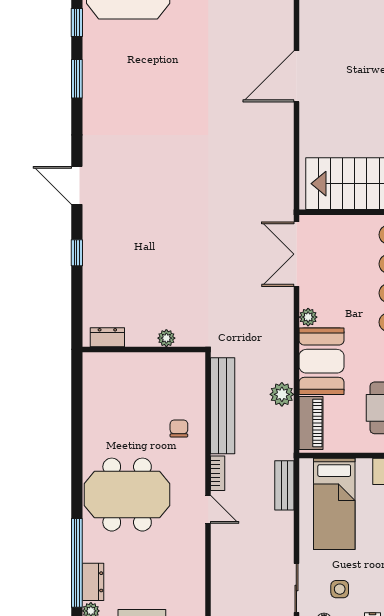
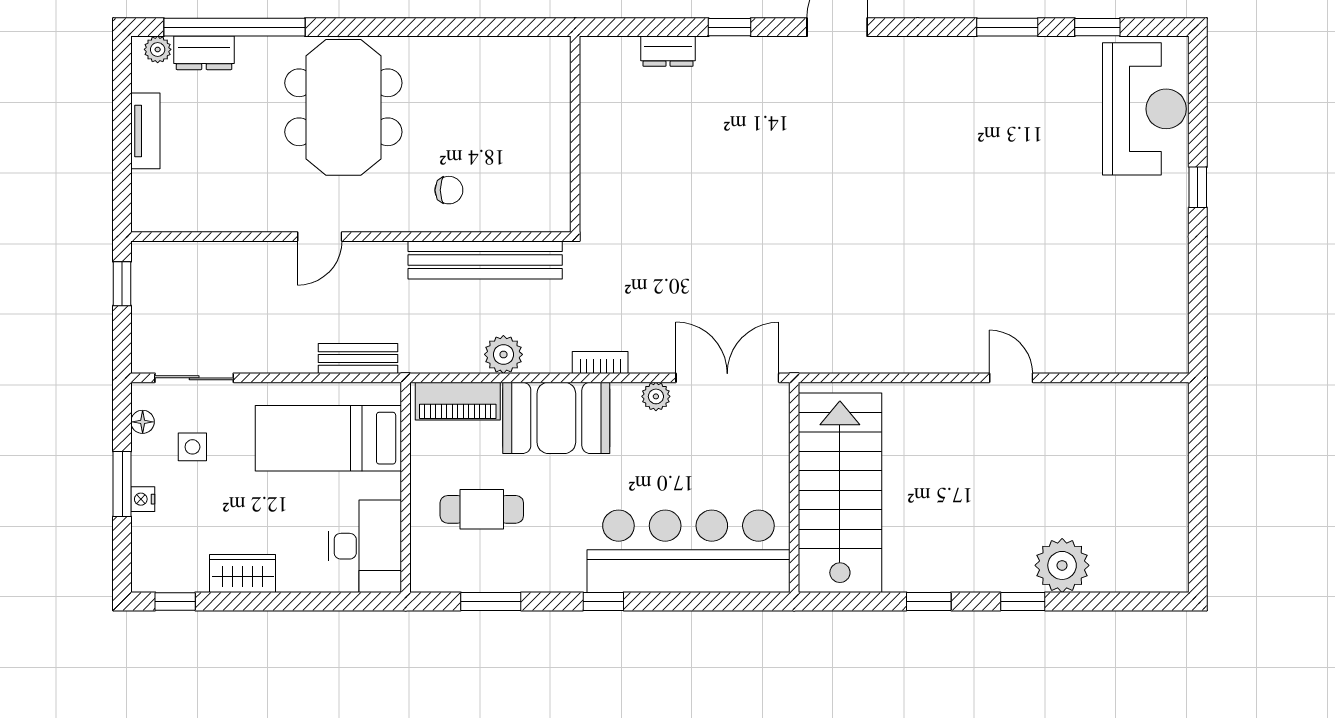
door: (296, 76) -> (1011, 378), width x0.53
plant: (308, 317) -> (656, 396), moved
dresser: (107, 337) -> (668, 51), moved, turned 90
plant: (166, 338) -> (593, 170), removed
bookcase: (218, 473) -> (600, 363), moved, turned 180

